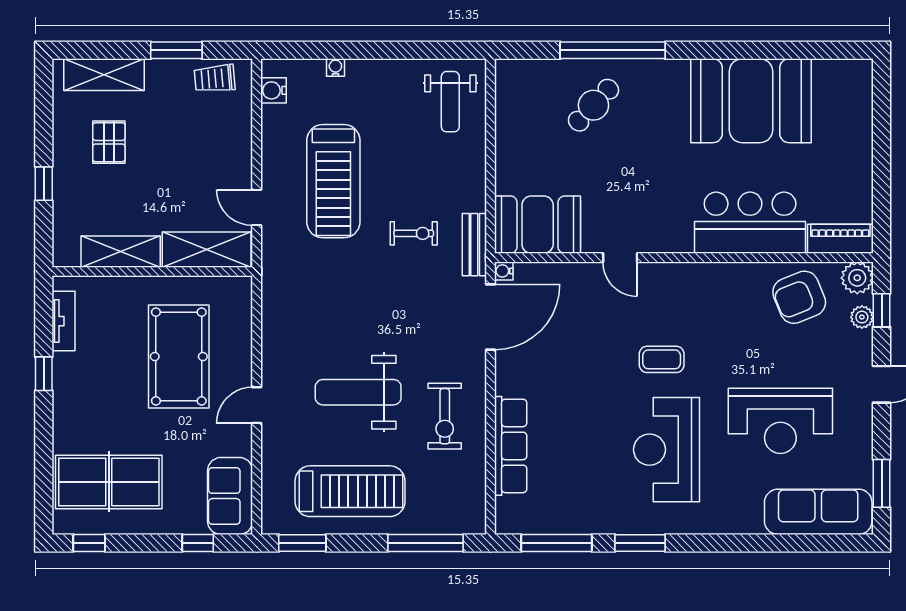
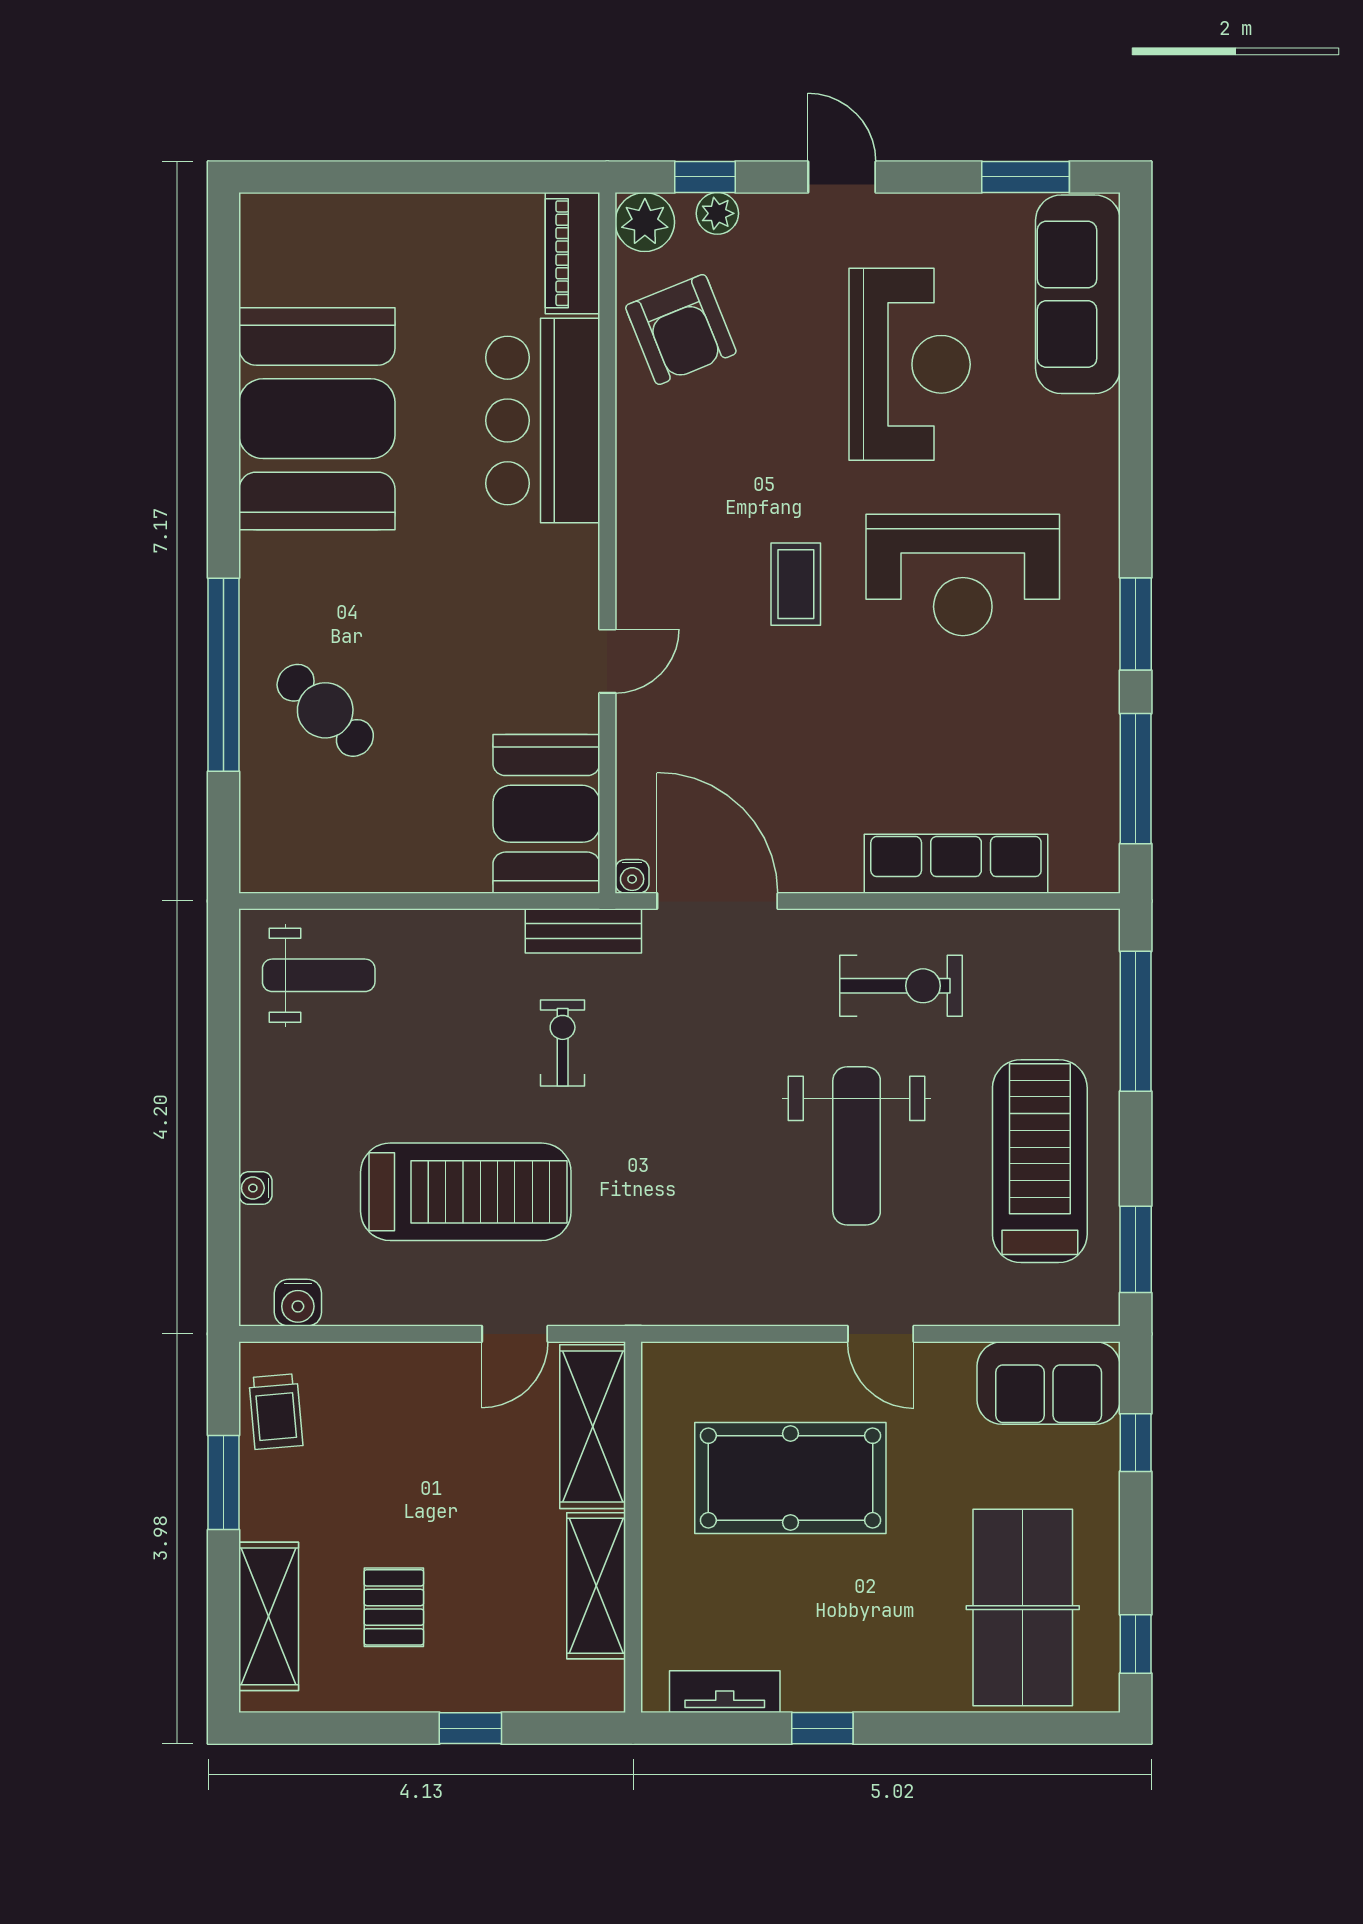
pallet: (109, 142) -> (394, 1607), turned 90

